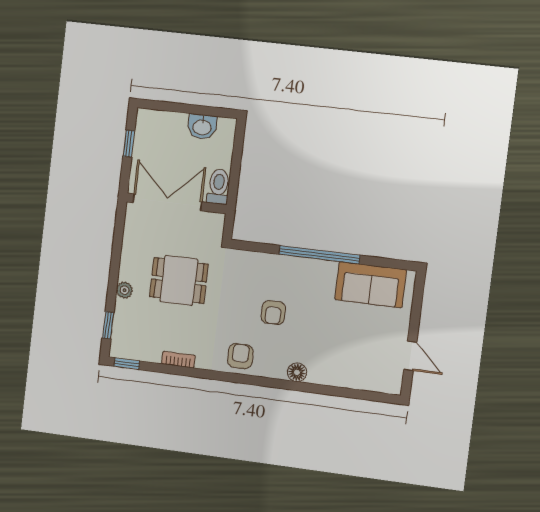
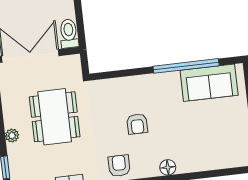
window: (319, 255) -> (186, 66), moved
dining table: (179, 280) -> (55, 117), width x1.38

